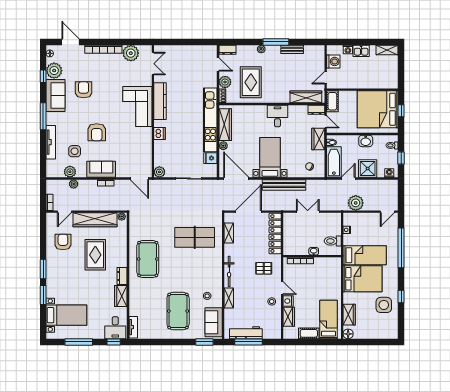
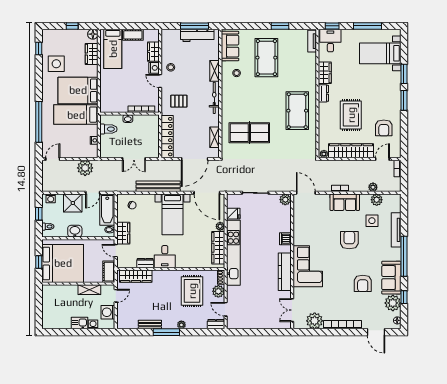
shelving: (387, 50) -> (89, 290), moved
dresser: (316, 110) -> (145, 263), moved
window: (43, 116) -> (404, 256), width x1.46
window: (401, 296) -> (39, 49), moved
window: (204, 342) -> (280, 26), moved
window: (368, 342) -> (72, 26), added

